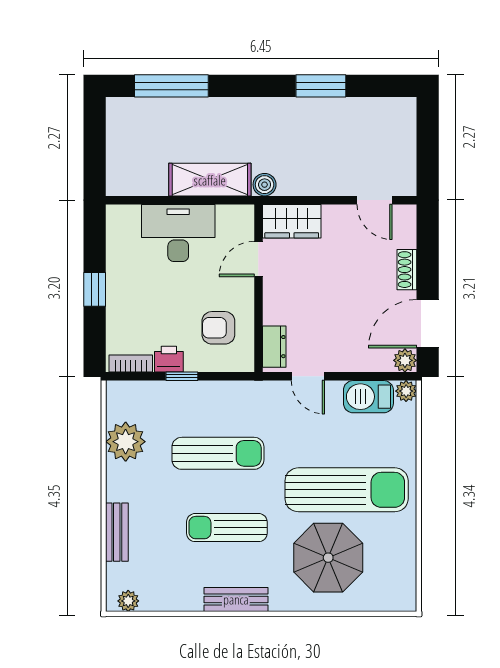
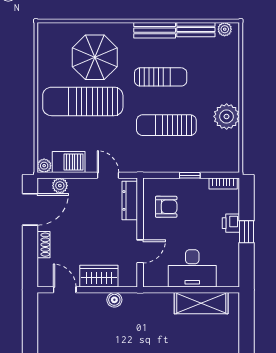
shelving: (210, 180) -> (201, 303), moved
boiler: (265, 185) -> (114, 300), moved
wardrobe: (292, 221) -> (99, 276), moved
dresser: (274, 347) -> (130, 200), width x1.44
printer: (169, 359) -> (231, 223), moved, turned 90
plant: (405, 360) -> (60, 186), moved
plant: (126, 442) -> (227, 116), moved
bench: (117, 532) -> (196, 30), moved, turned 90

